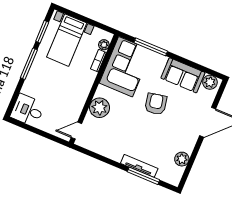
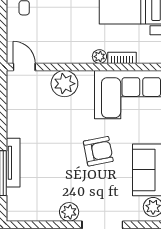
plant: (104, 45) -> (99, 57), moved
plant: (182, 159) -> (69, 212), moved

